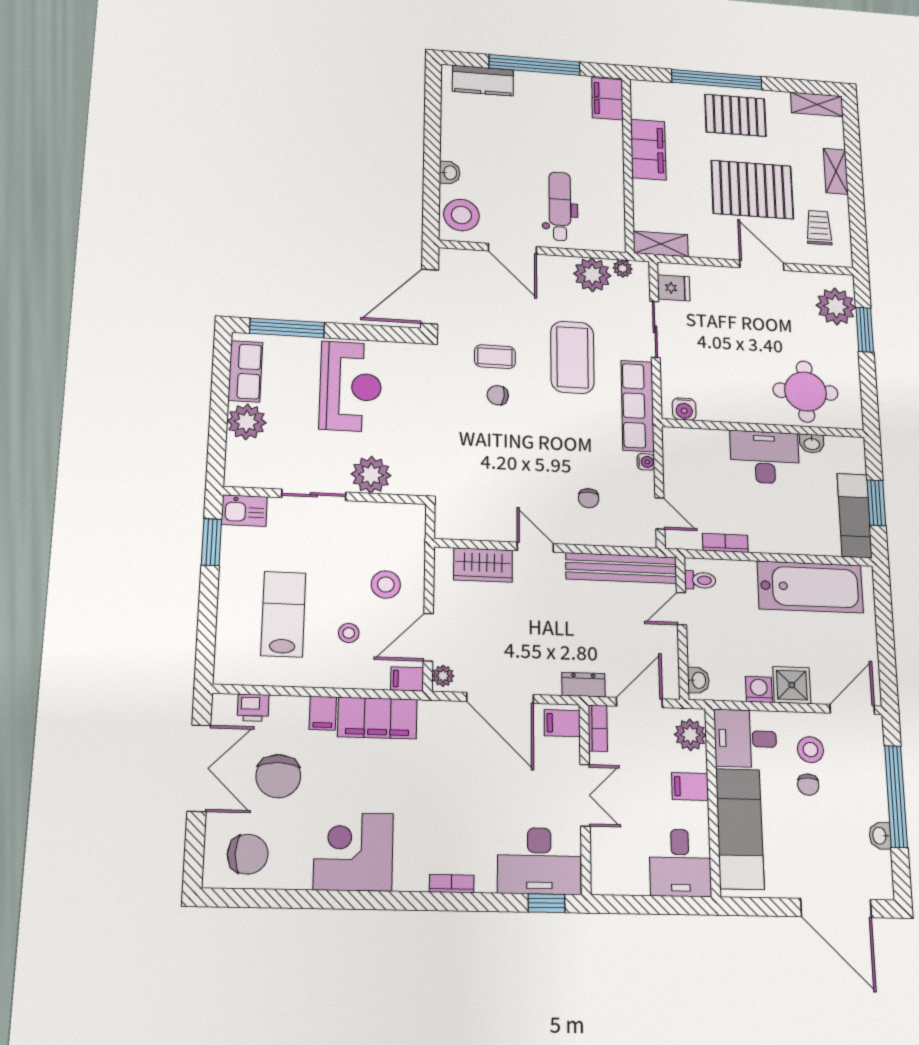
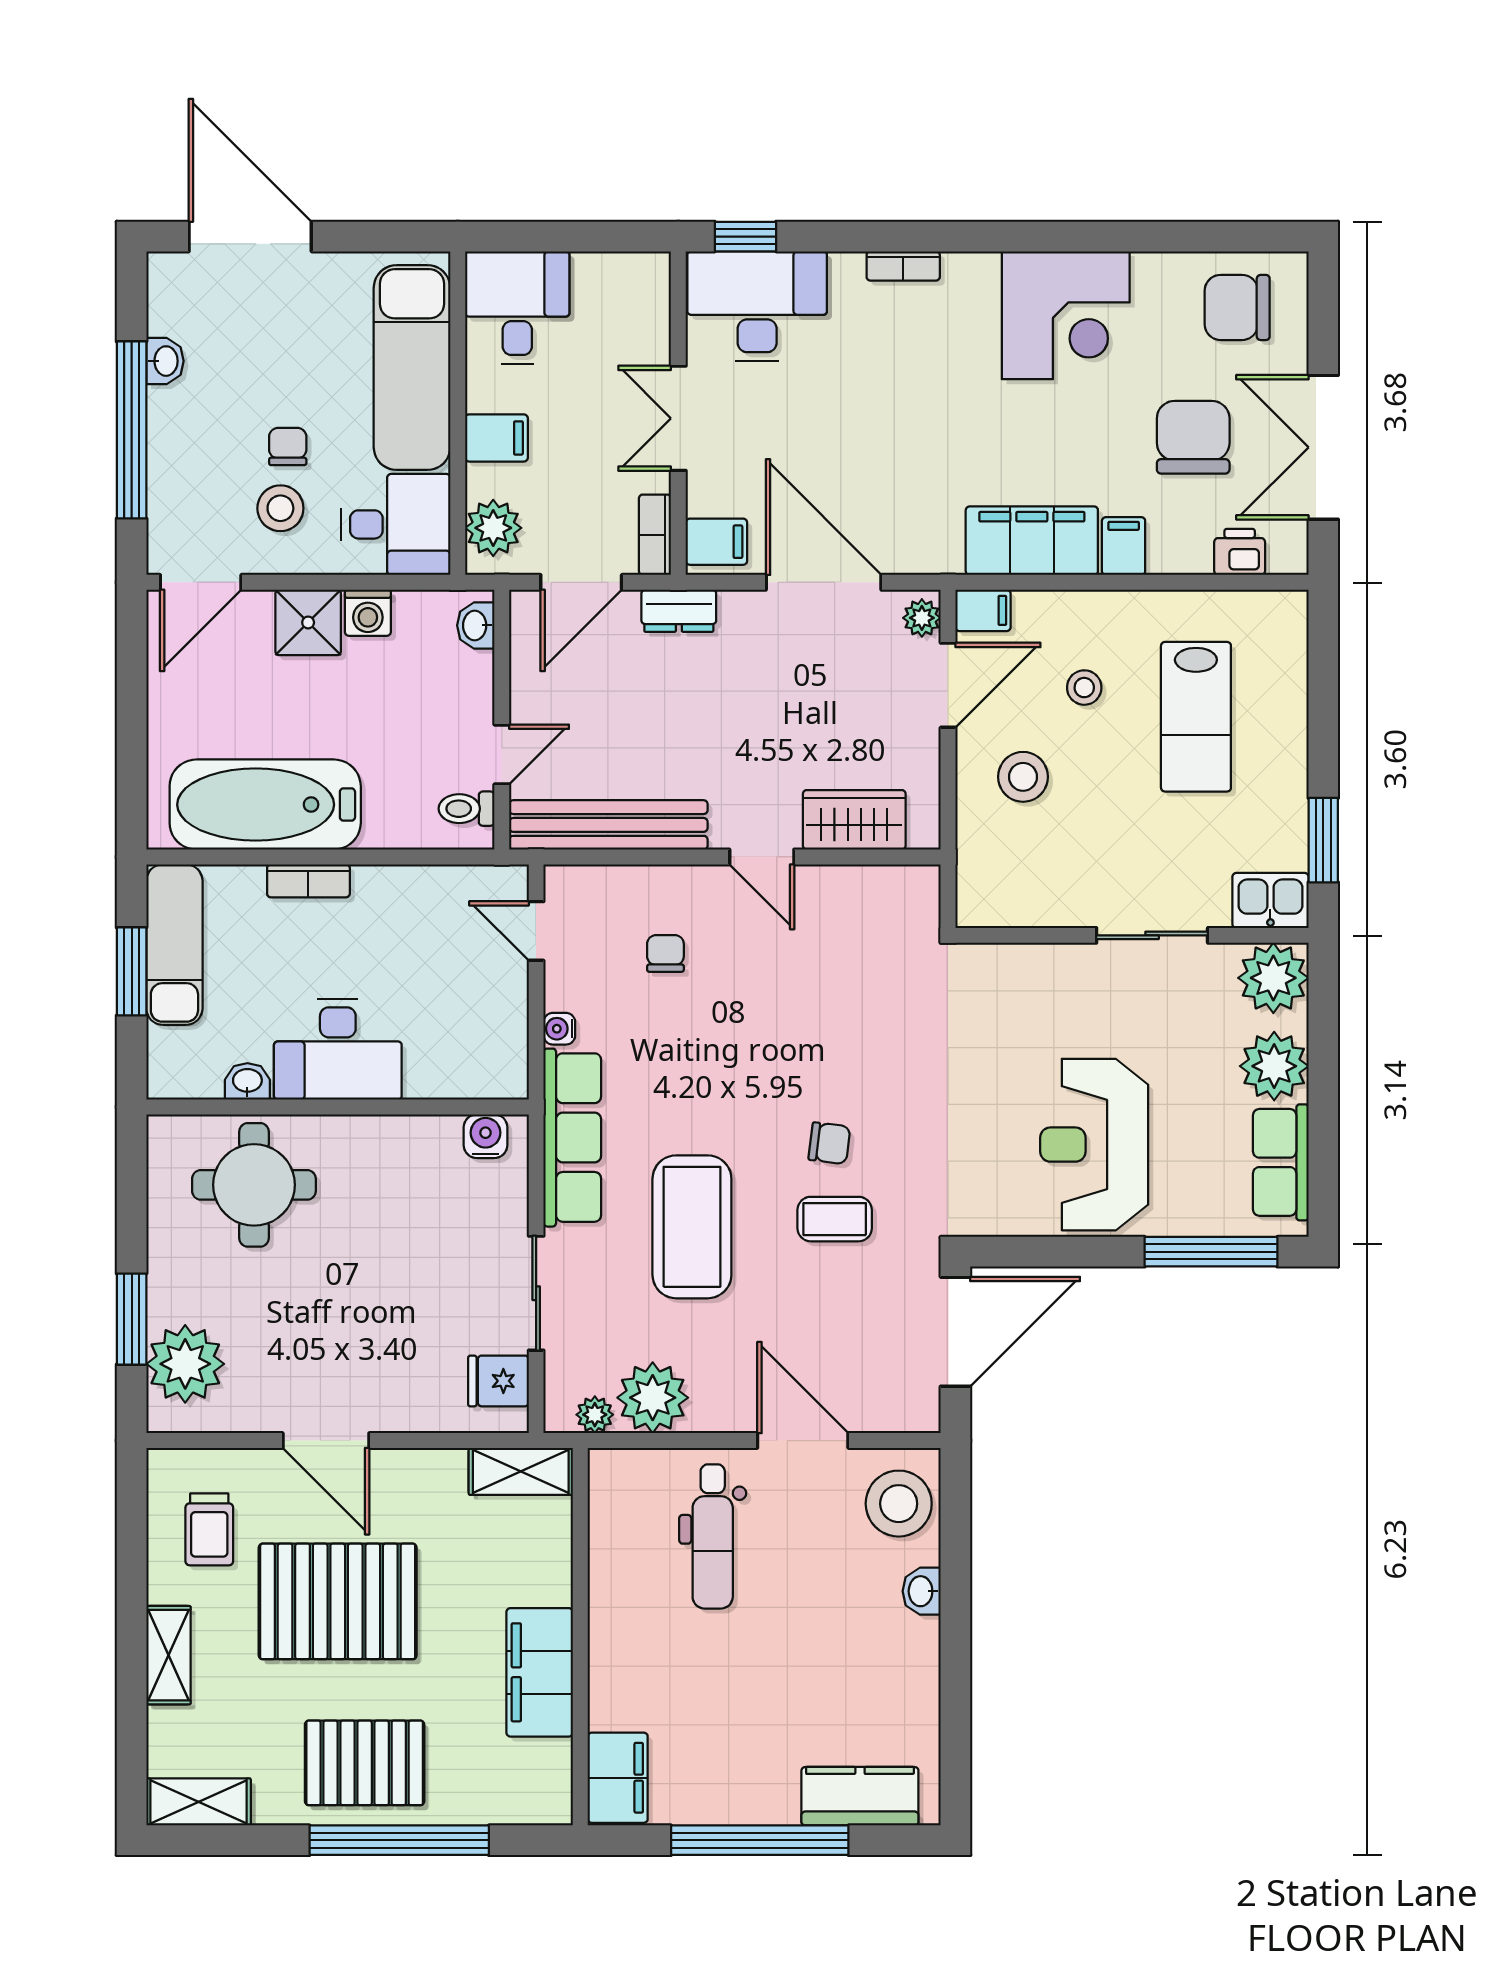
plant: (371, 475) -> (1273, 978), moved
bookcase: (725, 543) -> (308, 881), moved

